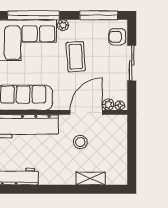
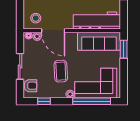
window: (99, 15) -> (44, 101), width x0.46
door: (86, 112) -> (53, 31), hinge flipped
stool: (80, 142) -> (36, 18), moved

